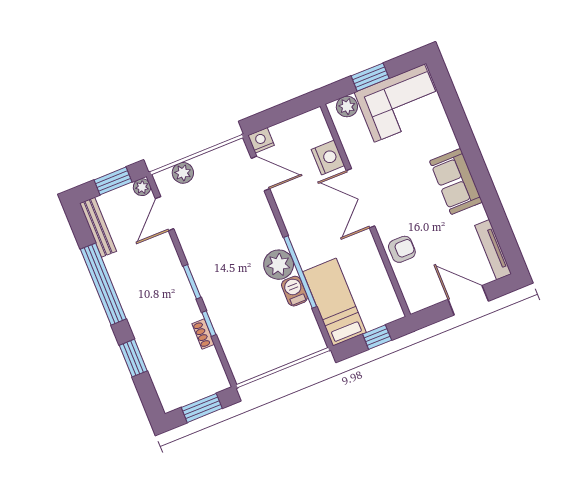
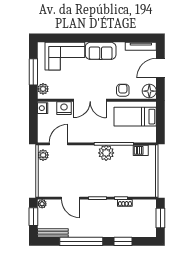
window: (370, 77) -> (33, 72), width x1.44
corner sofa: (399, 103) -> (65, 56), moved, turned 90
nightstand: (261, 140) -> (43, 108), moved
plant: (183, 173) -> (43, 155), moved
door: (165, 214) -> (71, 198), moved
barbecue: (294, 291) -> (141, 150), moved
floor lamp: (419, 297) -> (149, 91), added
bed: (334, 302) -> (135, 117), moved
window: (377, 337) -> (160, 119), removed

